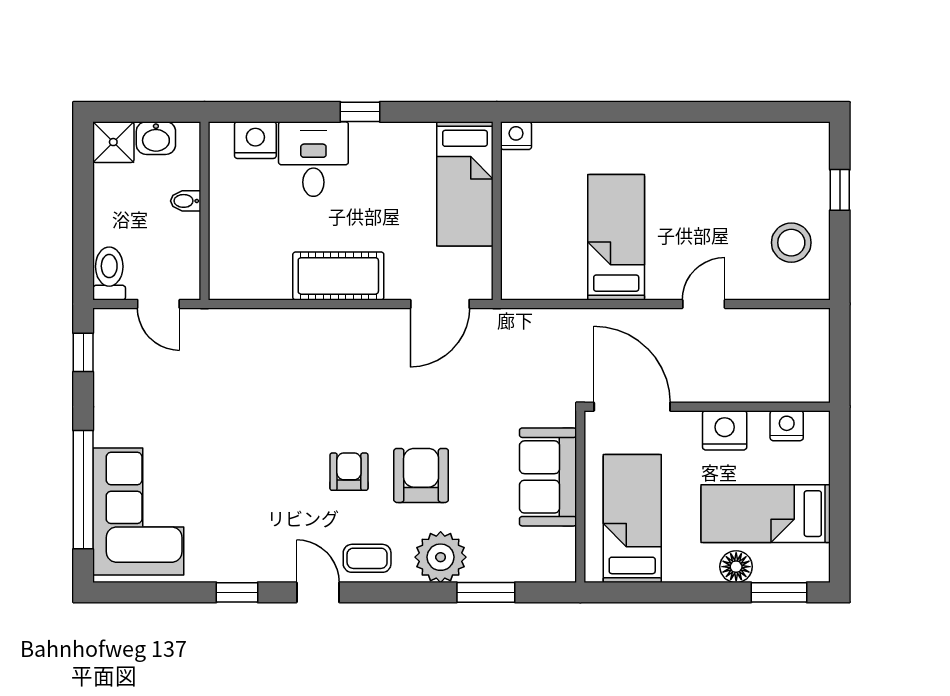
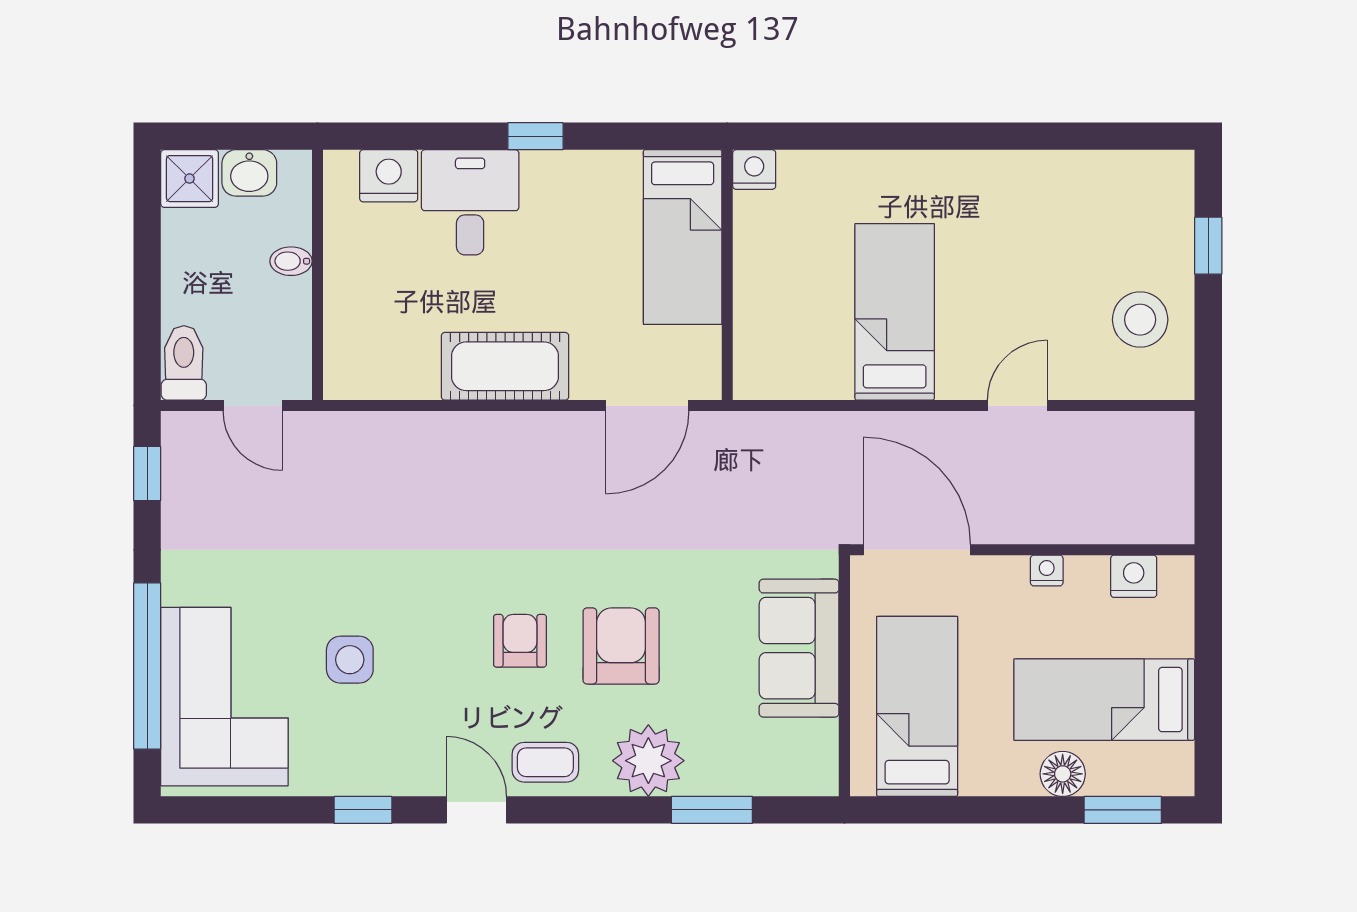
nightstand: (725, 430) -> (1047, 571), width x0.53, depth x0.56
side table: (228, 485) -> (350, 660), added

